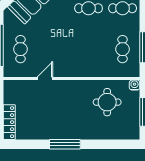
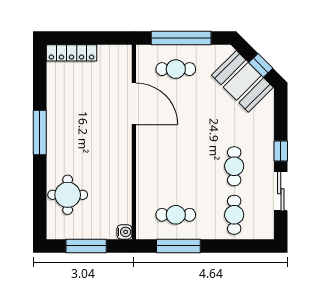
door: (45, 79) -> (134, 104), width x1.88
round table: (107, 102) -> (68, 195), moved

